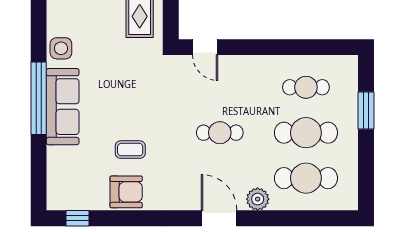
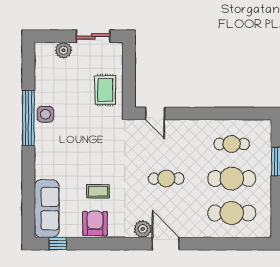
window: (39, 98) -> (28, 118), moved
sofa: (63, 107) -> (47, 209), moved
armchair: (126, 192) -> (95, 224), turned -90
plant: (258, 199) -> (143, 229), moved

